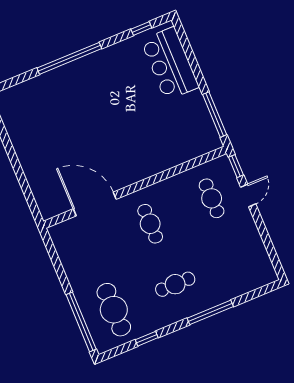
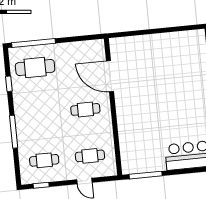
window: (236, 166) -> (41, 185), moved
door: (95, 204) -> (110, 76), swing flipped
cafe table: (175, 284) -> (44, 160), moved, turned 90

